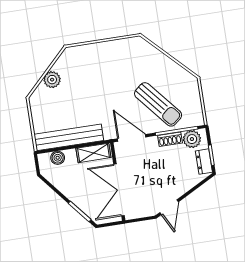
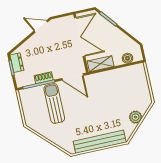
sun lounger: (158, 104) -> (54, 104), turned 40
bench: (69, 137) -> (100, 142), moved
plant: (192, 139) -> (27, 79), removed
door: (169, 207) -> (41, 26), hinge flipped

